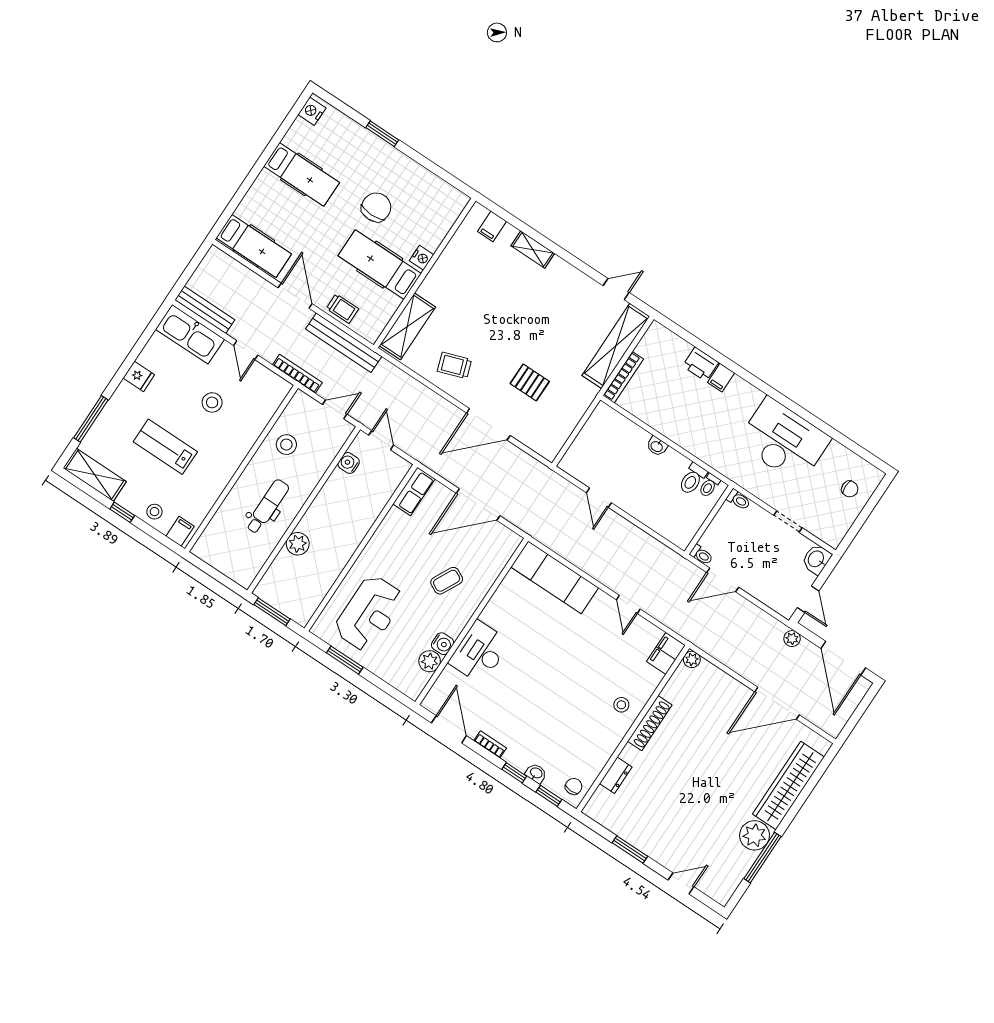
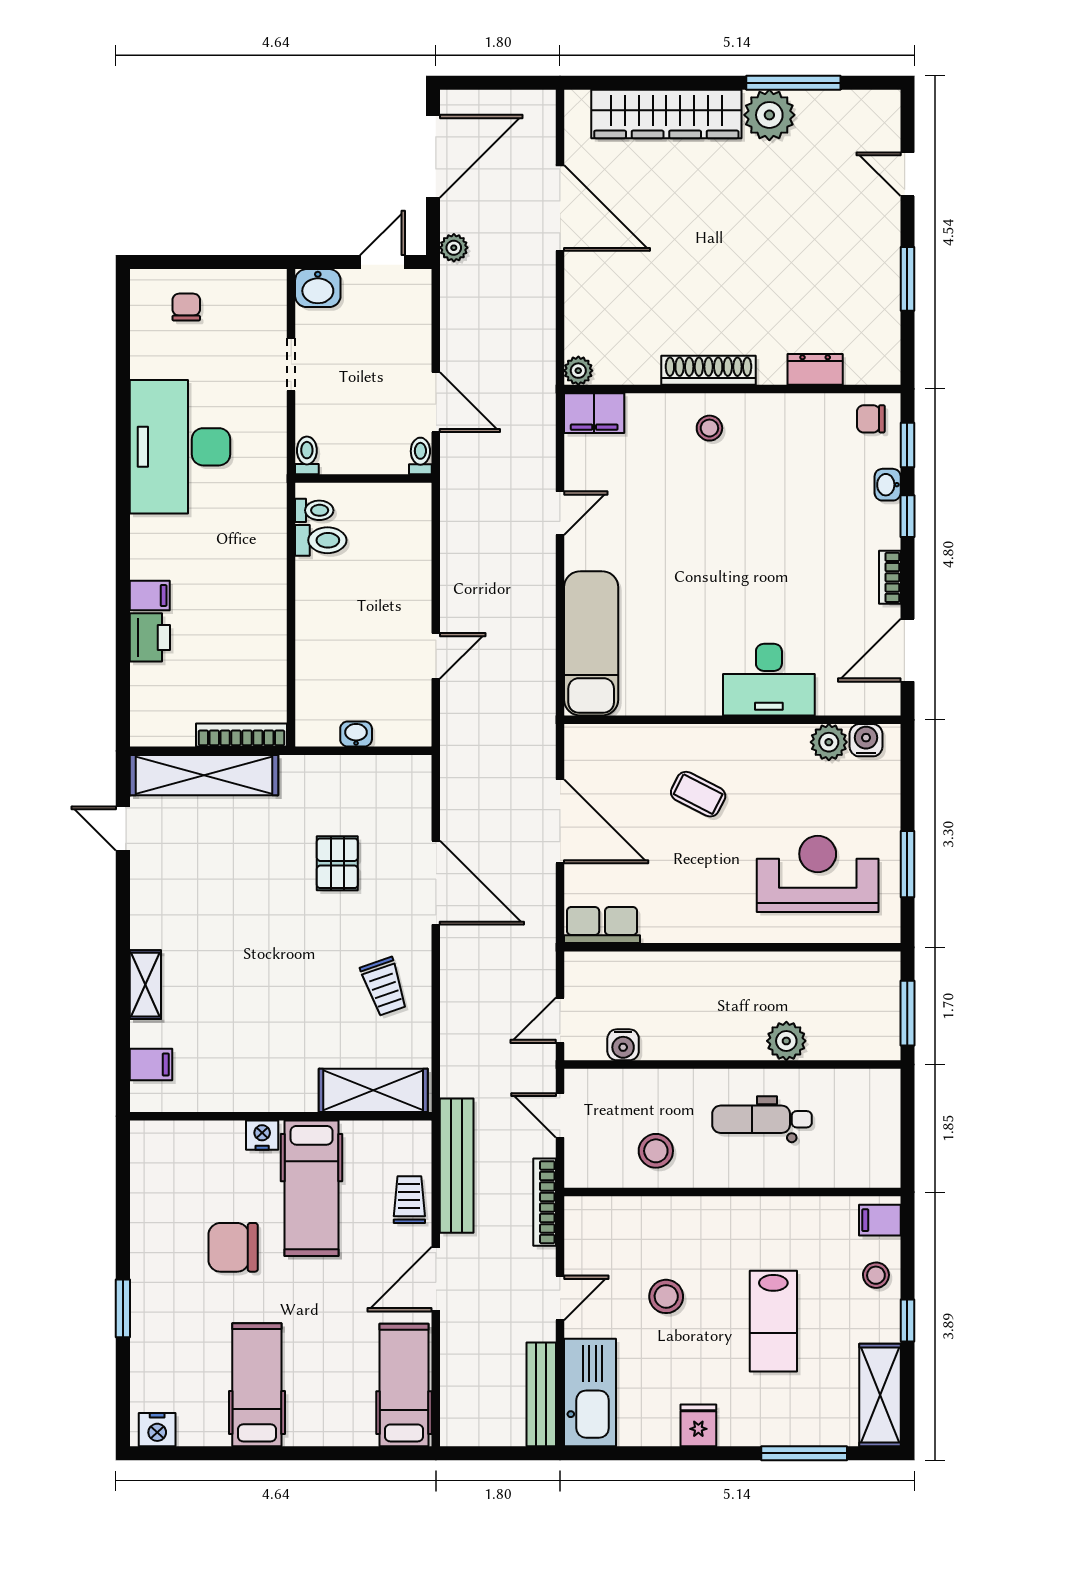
washbasin: (657, 446) -> (356, 734), moved, turned -90
water cooler: (443, 644) -> (866, 740), moved

